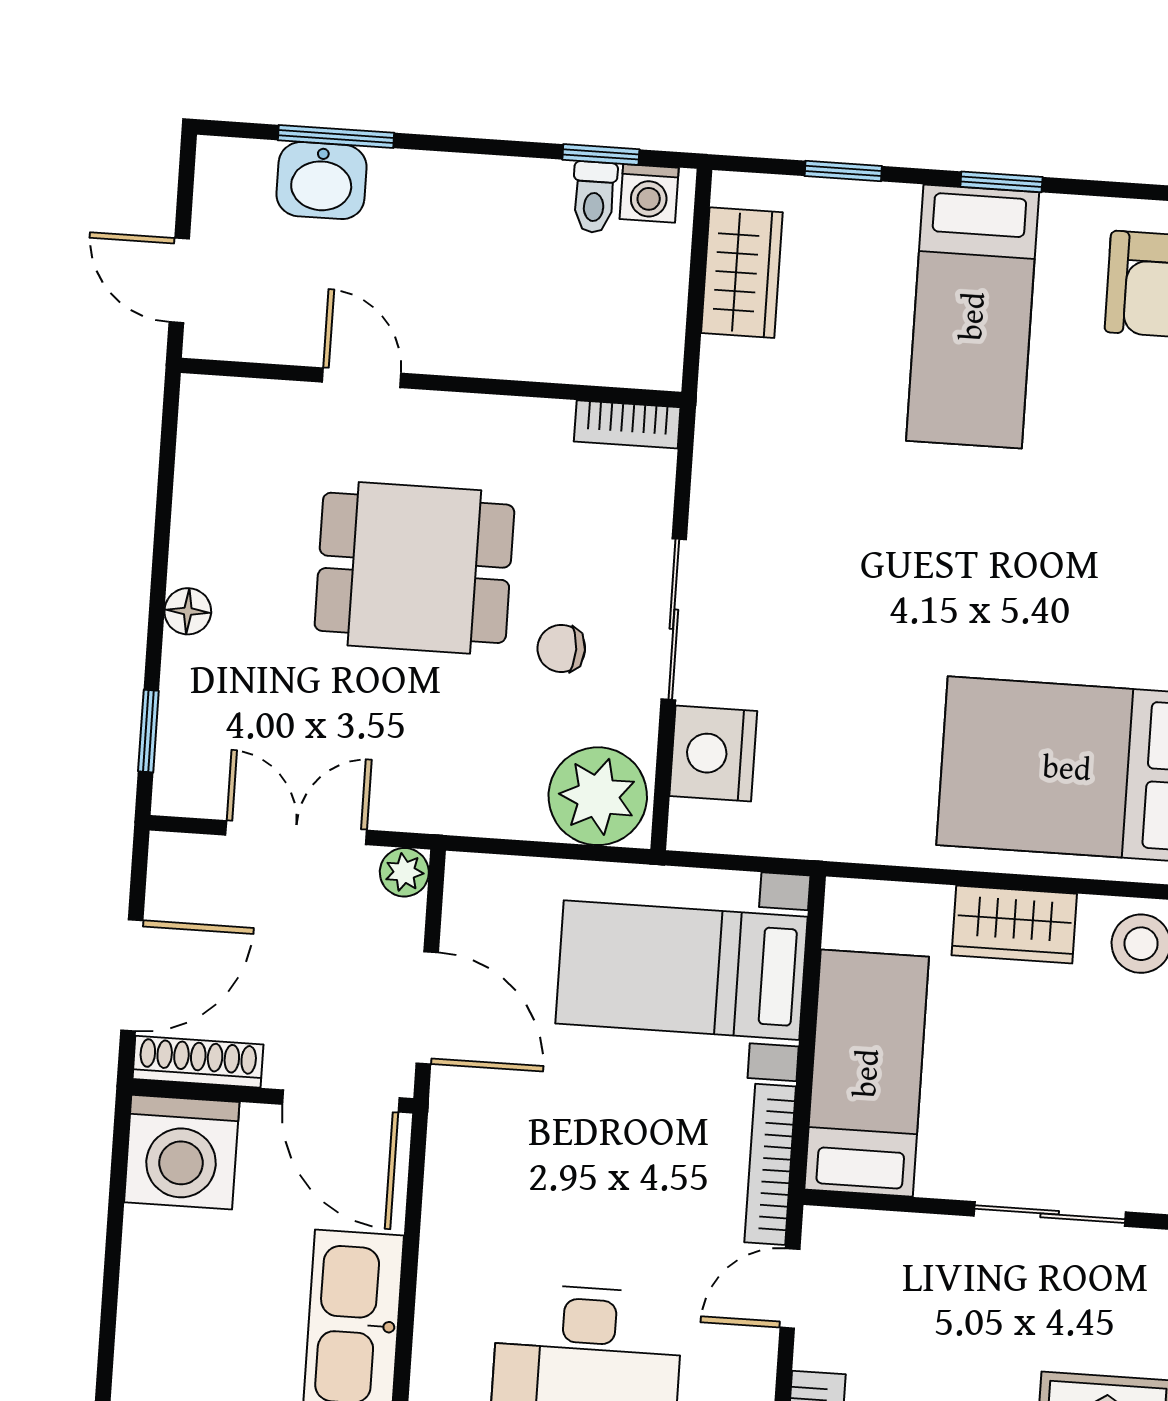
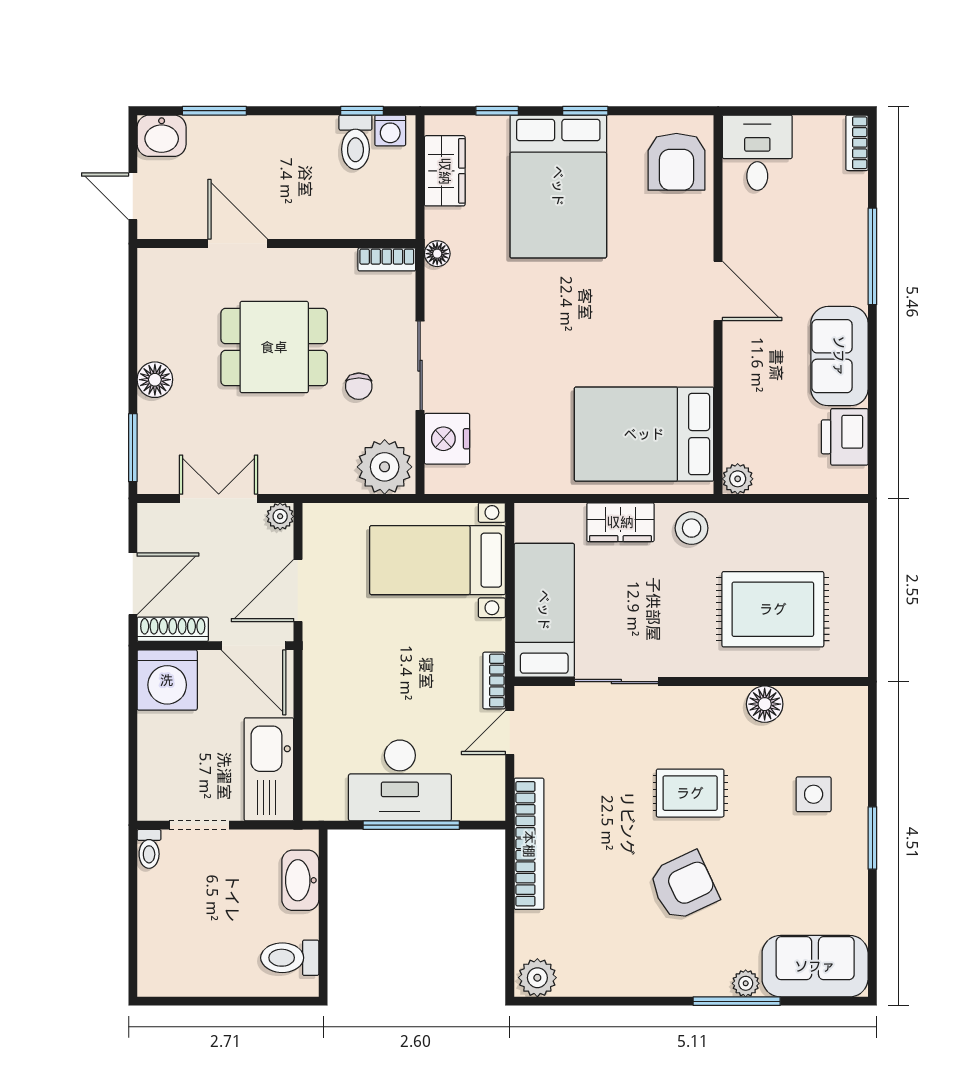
washbasin: (321, 181) -> (162, 136), moved
toilet: (594, 197) -> (355, 142), width x1.37, depth x1.39
bed: (973, 316) -> (558, 186), width x1.50
door: (362, 378) -> (238, 244), width x1.38
floor lamp: (718, 420) -> (437, 254), added
floor lamp: (188, 611) -> (155, 380), width x1.37, depth x1.37
chair: (561, 648) -> (359, 386), turned -90
window: (148, 731) -> (133, 448), width x1.50
door: (427, 1008) -> (298, 591), swing flipped
bookcase: (770, 1164) -> (494, 681), width x0.64
sliding door: (1050, 1214) -> (616, 682), moved

